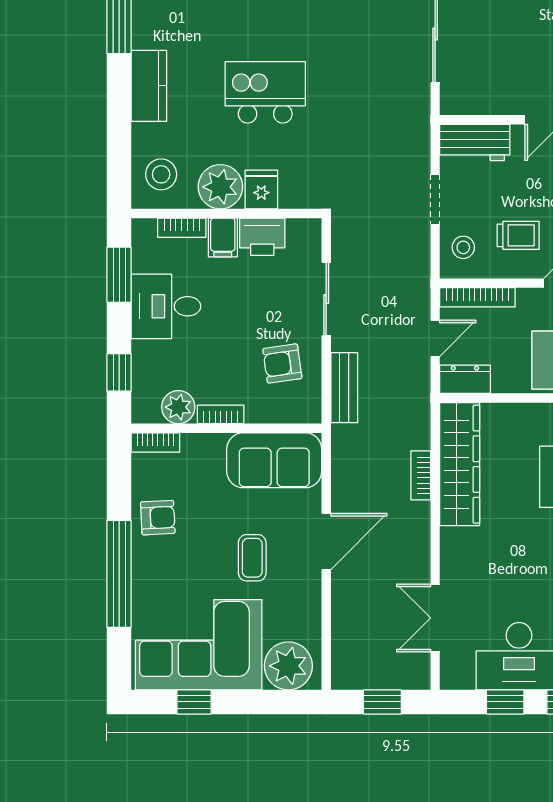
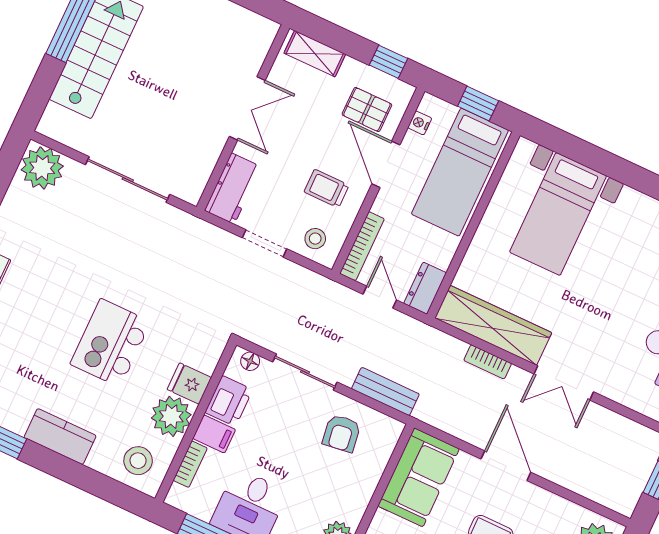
trolley: (518, 235) -> (326, 189), turned -90
floor lamp: (312, 240) -> (250, 361), added
bookcase: (221, 414) -> (360, 504), removed
double door: (435, 618) -> (564, 383), moved

